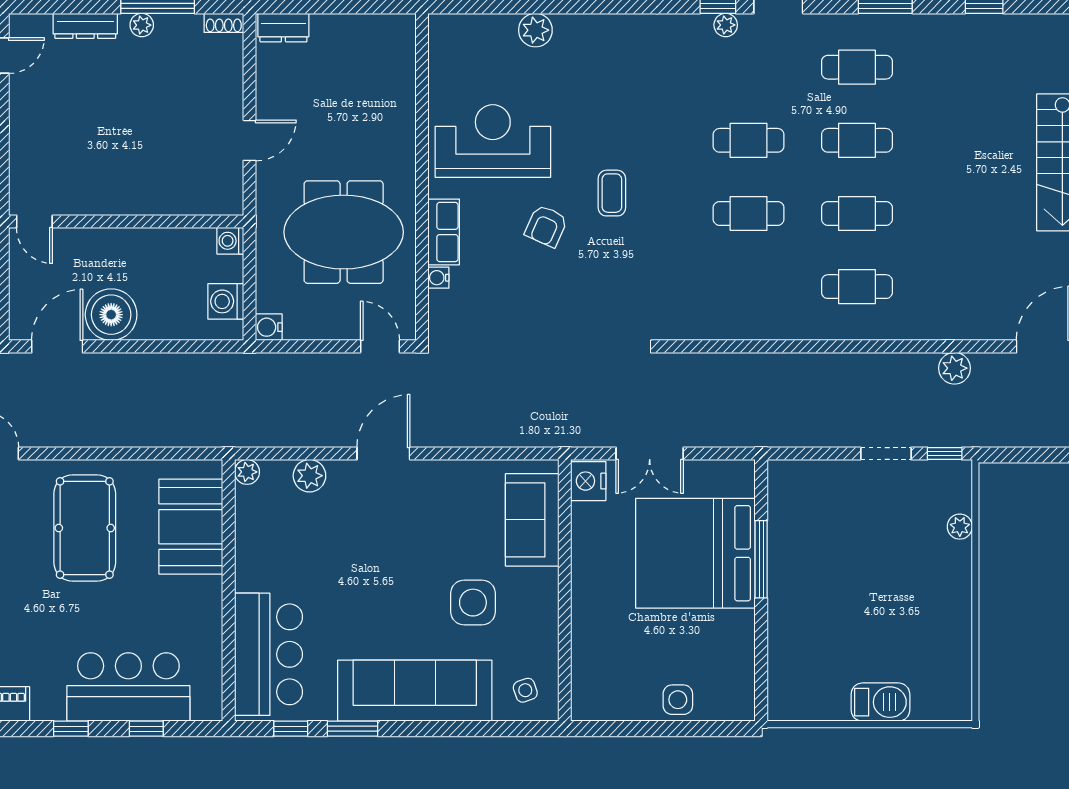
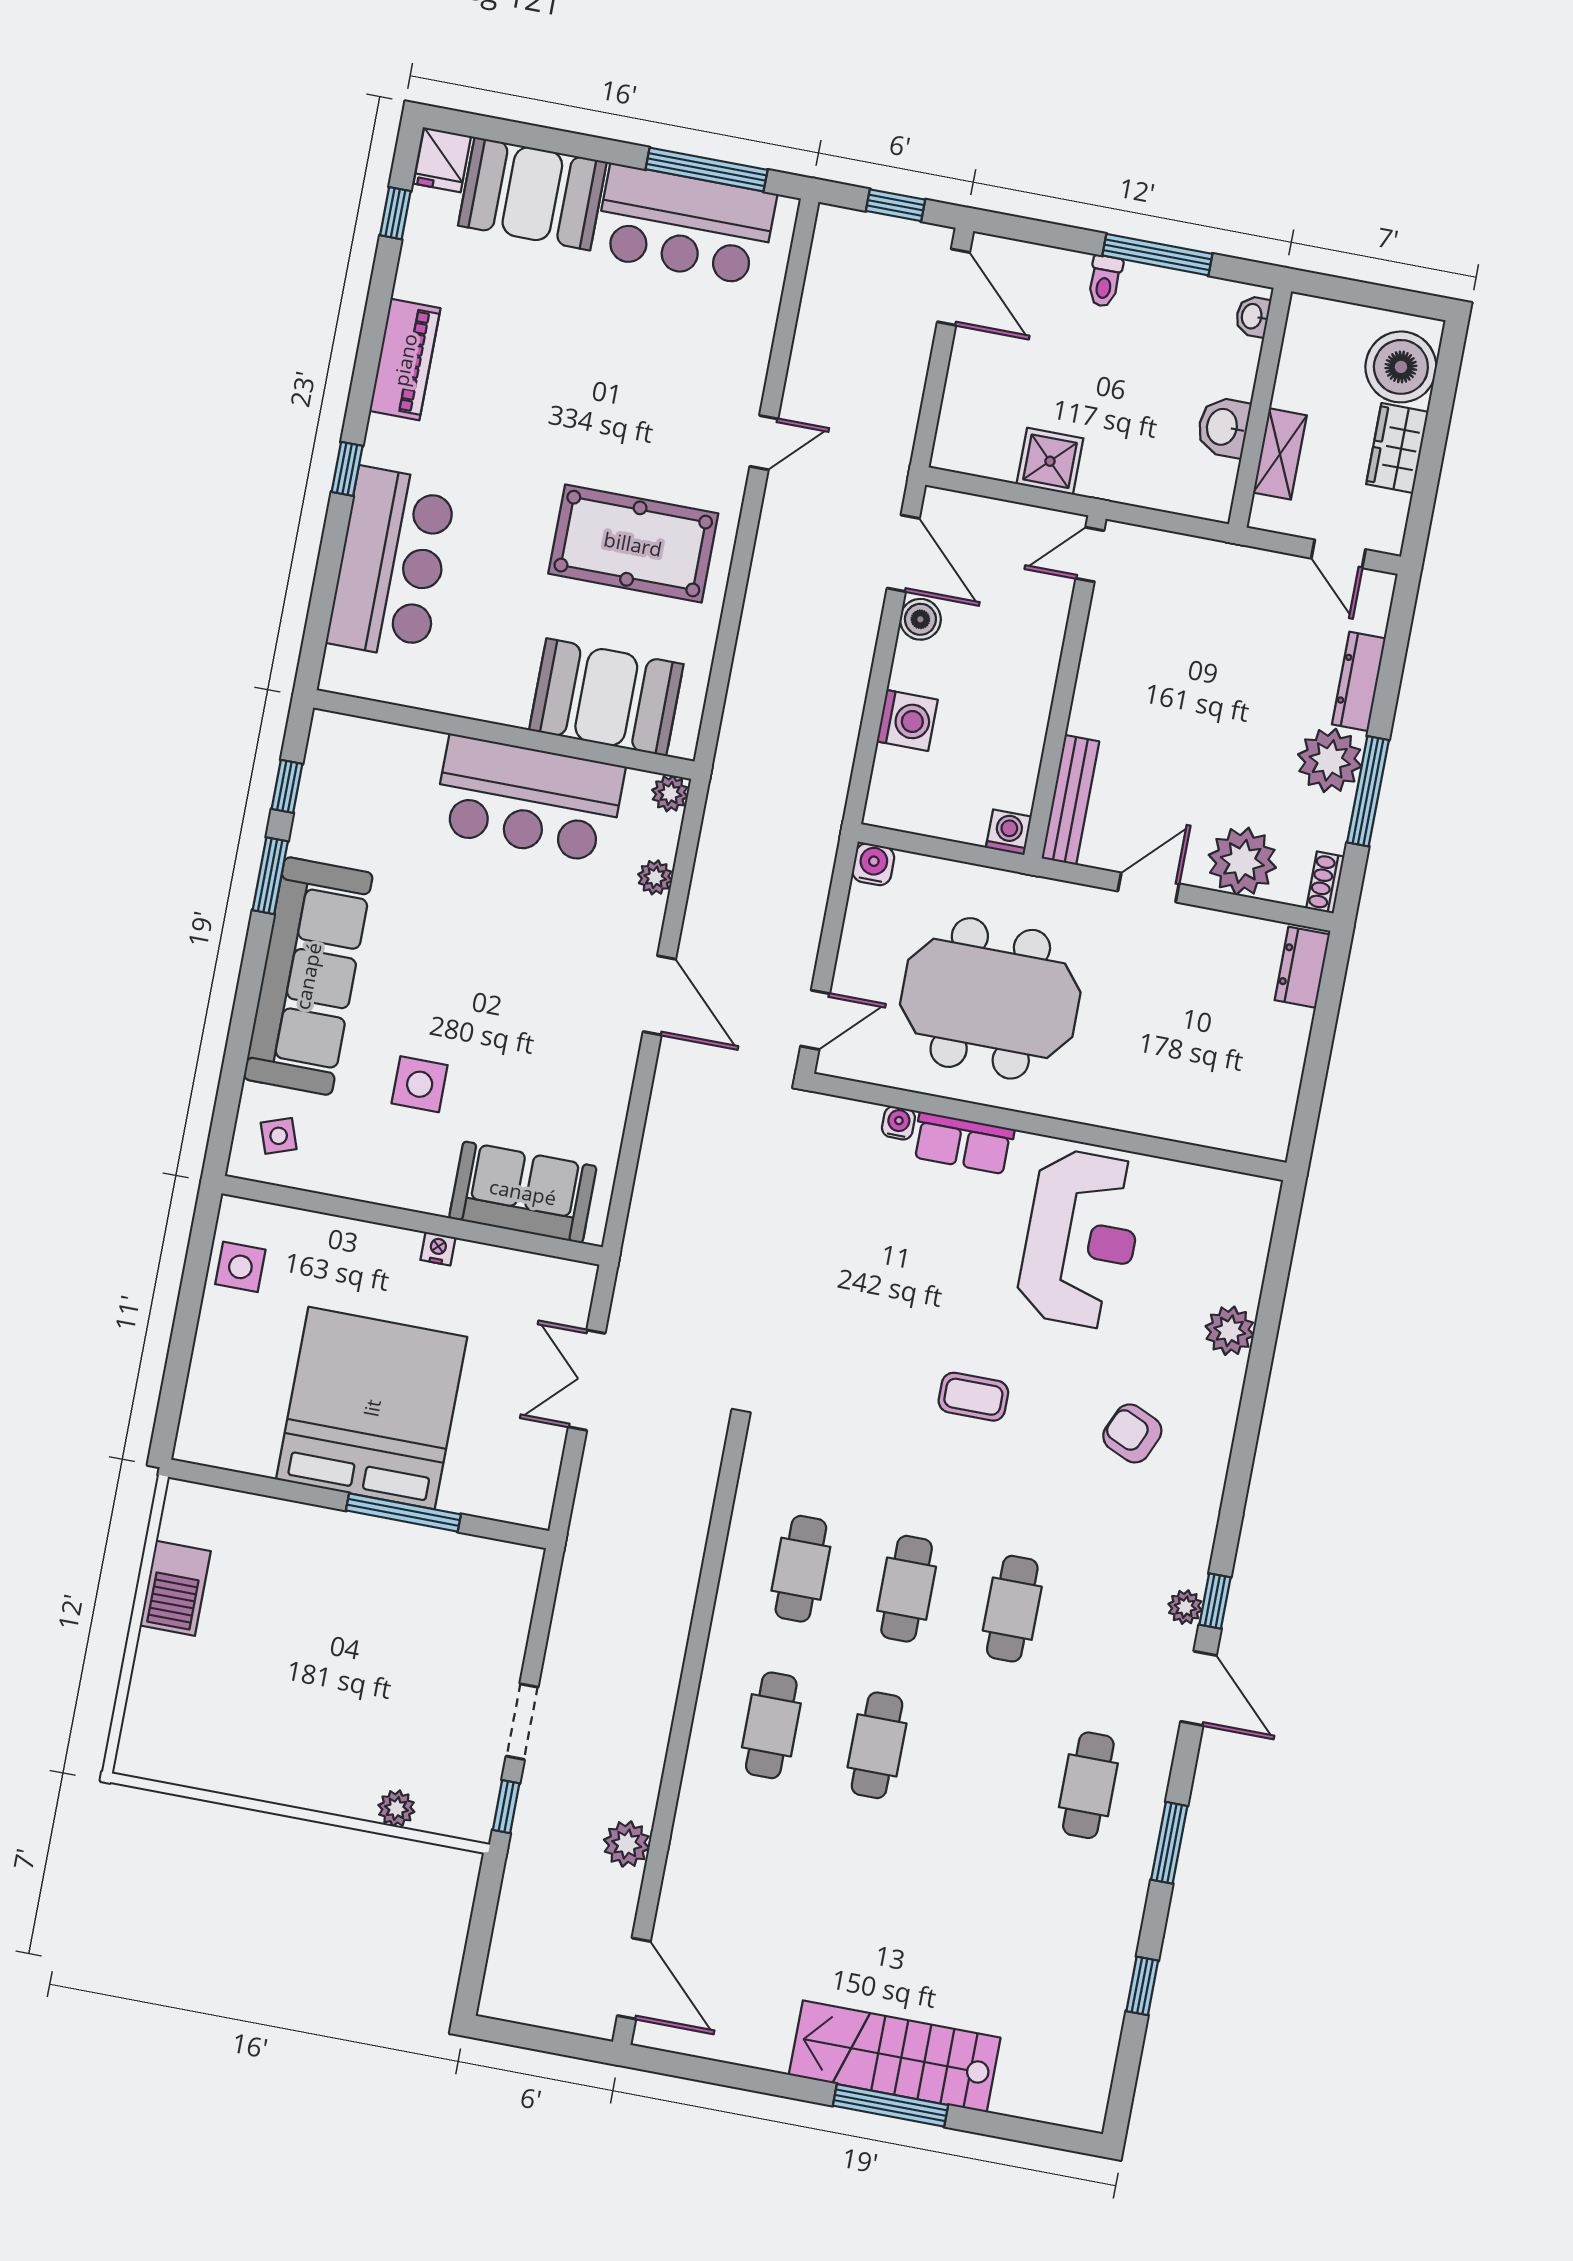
plant: (142, 25) -> (1330, 760), width x1.88, depth x1.88
plant: (220, 81) -> (1242, 861), added
door: (249, 140) -> (1148, 887), swing flipped
cafe table: (857, 140) -> (801, 1569), moved
bench: (201, 204) -> (1070, 800), added
armchair: (546, 226) -> (1132, 1433), moved
meeting table: (344, 232) -> (990, 998), turned 90
washing machine: (226, 301) -> (907, 721), moved, turned 90
boiler: (111, 315) -> (920, 619), width x0.54, depth x0.54
plant: (309, 476) -> (655, 877), width x0.73, depth x0.73
nightstand: (588, 481) -> (438, 1249), moved, width x0.53, depth x0.56
bed: (695, 553) -> (372, 1408), moved
side table: (473, 603) -> (420, 1084), width x0.73, depth x0.73
bar counter: (269, 654) -> (529, 799), moved
side table: (678, 700) -> (240, 1267), moved
barbecue: (880, 702) -> (175, 1588), moved
window: (146, 729) -> (327, 578), removed

